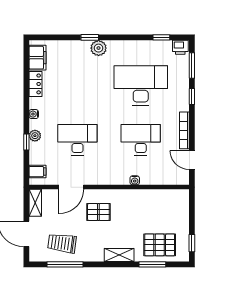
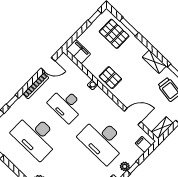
desk: (77, 140) -> (103, 140), width x1.36, depth x1.30
door: (192, 160) -> (48, 65), hinge flipped
filing cabinet: (176, 198) -> (78, 52), added
pallet: (98, 212) -> (110, 78), moved
shelving: (119, 255) -> (154, 62), moved

